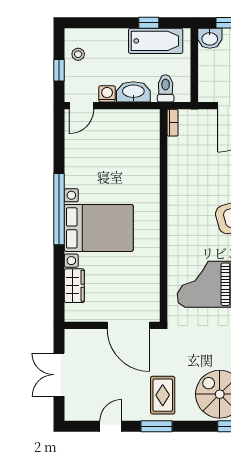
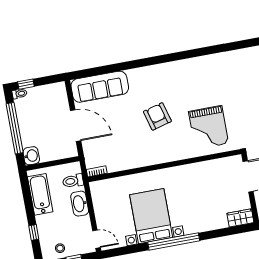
window: (149, 23) -> (34, 232), moved
washing machine: (107, 94) -> (85, 222), removed
bed with nightstands: (99, 228) -> (151, 216), moved
wardrobe: (74, 286) -> (240, 218), moved

